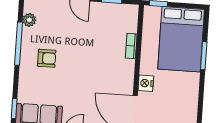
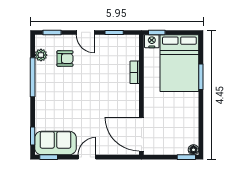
armchair: (47, 58) -> (65, 59), moved
nightstand: (146, 83) -> (152, 41), moved, turned 90

